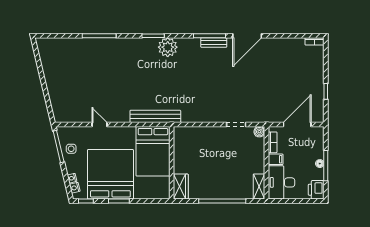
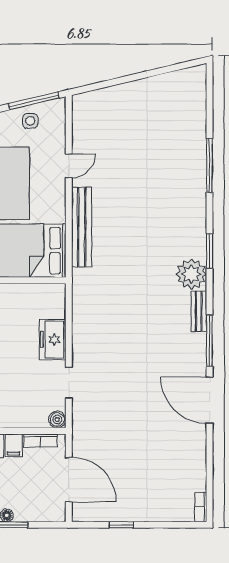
bench: (214, 43) -> (199, 311), moved
bench: (155, 116) -> (82, 227), moved
freezer: (209, 135) -> (53, 340), added

